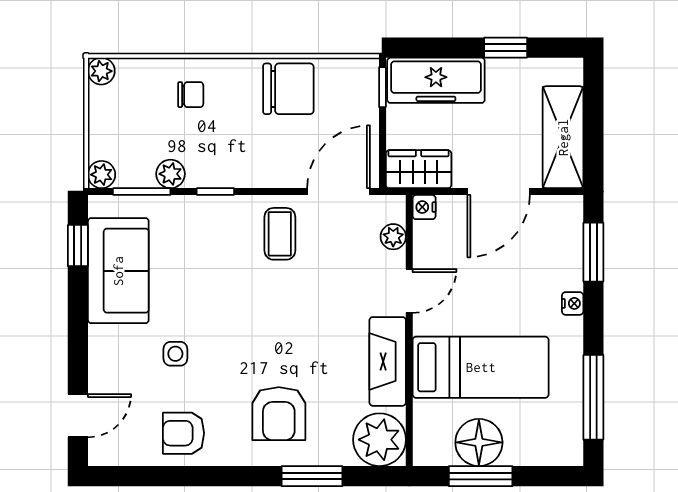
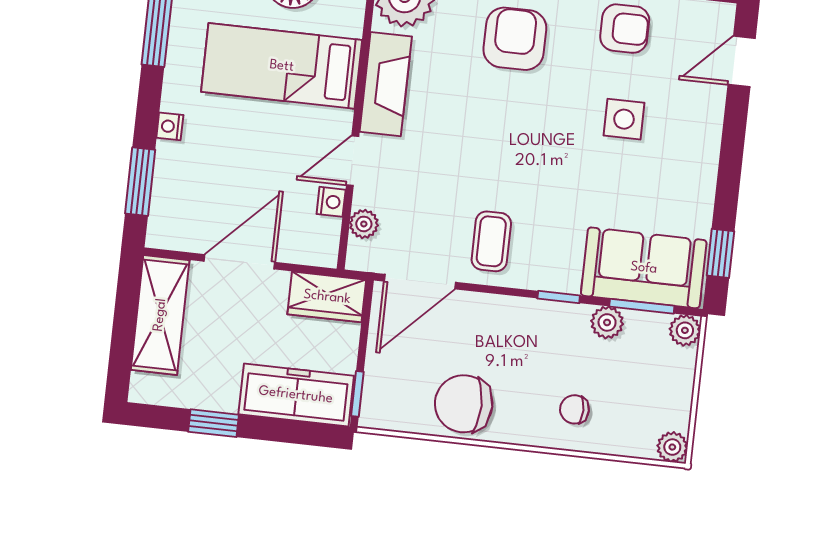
nightstand: (424, 207) -> (331, 202), moved
sofa: (118, 271) -> (644, 268), moved, turned 90
side table: (175, 354) -> (624, 119), width x1.37, depth x1.37

